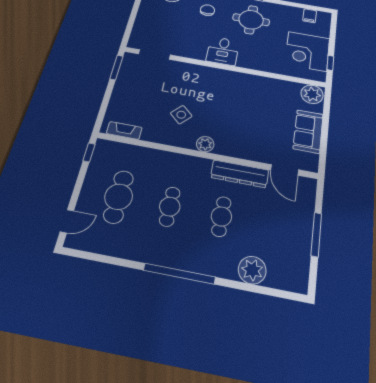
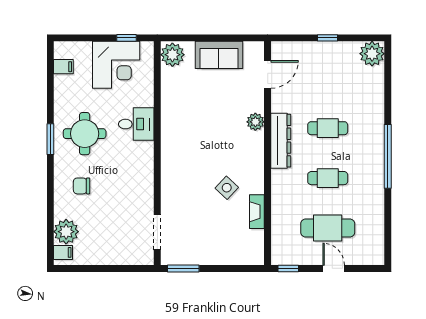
desk: (223, 51) -> (136, 124), moved
fireplace: (124, 130) -> (257, 212), moved
plant: (205, 144) -> (255, 122), moved
dresser: (240, 174) -> (281, 141), moved
door: (67, 221) -> (334, 268), moved
window: (316, 234) -> (327, 38), width x0.46
plant: (252, 270) -> (372, 54), moved

